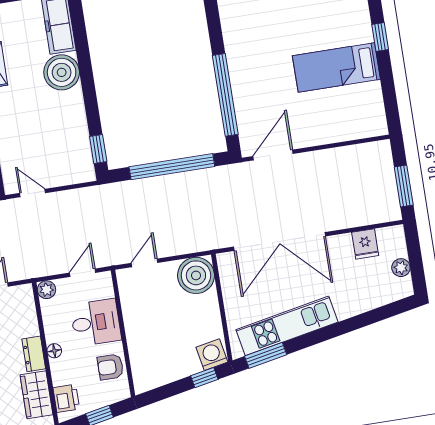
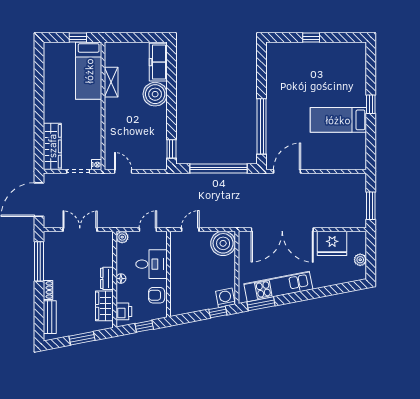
fridge: (365, 244) -> (332, 243), width x1.88, depth x1.34

